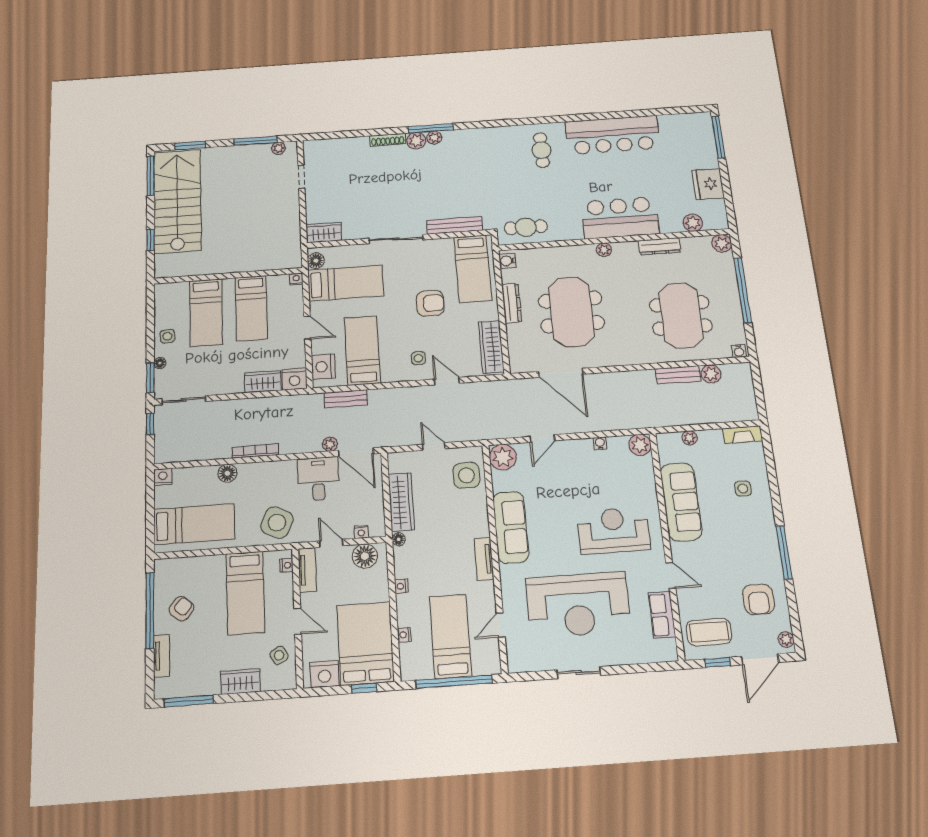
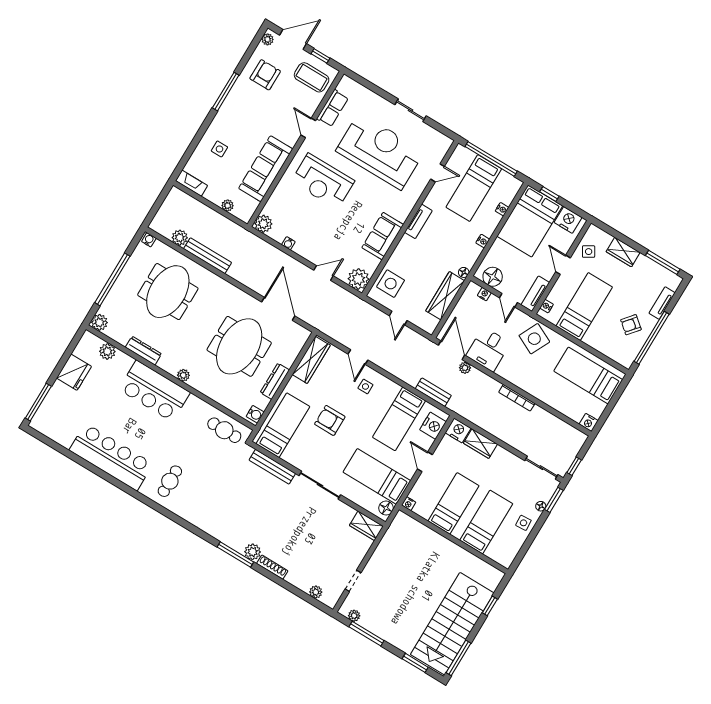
plant: (434, 138) -> (316, 592), moved
bench: (678, 375) -> (208, 256), width x1.36
floor lamp: (227, 473) -> (545, 395), removed
sofa: (511, 527) -> (383, 236), width x0.73

